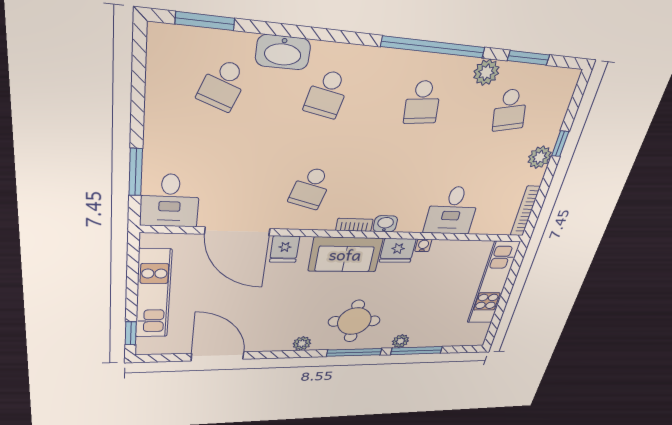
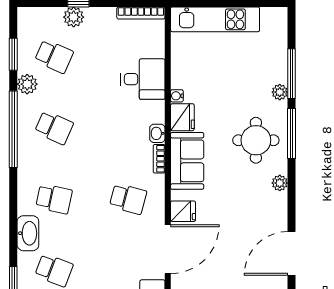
school desk: (422, 102) -> (54, 128), turned 30
school desk: (510, 110) -> (54, 56), turned 36
plant: (540, 157) -> (74, 17), moved

